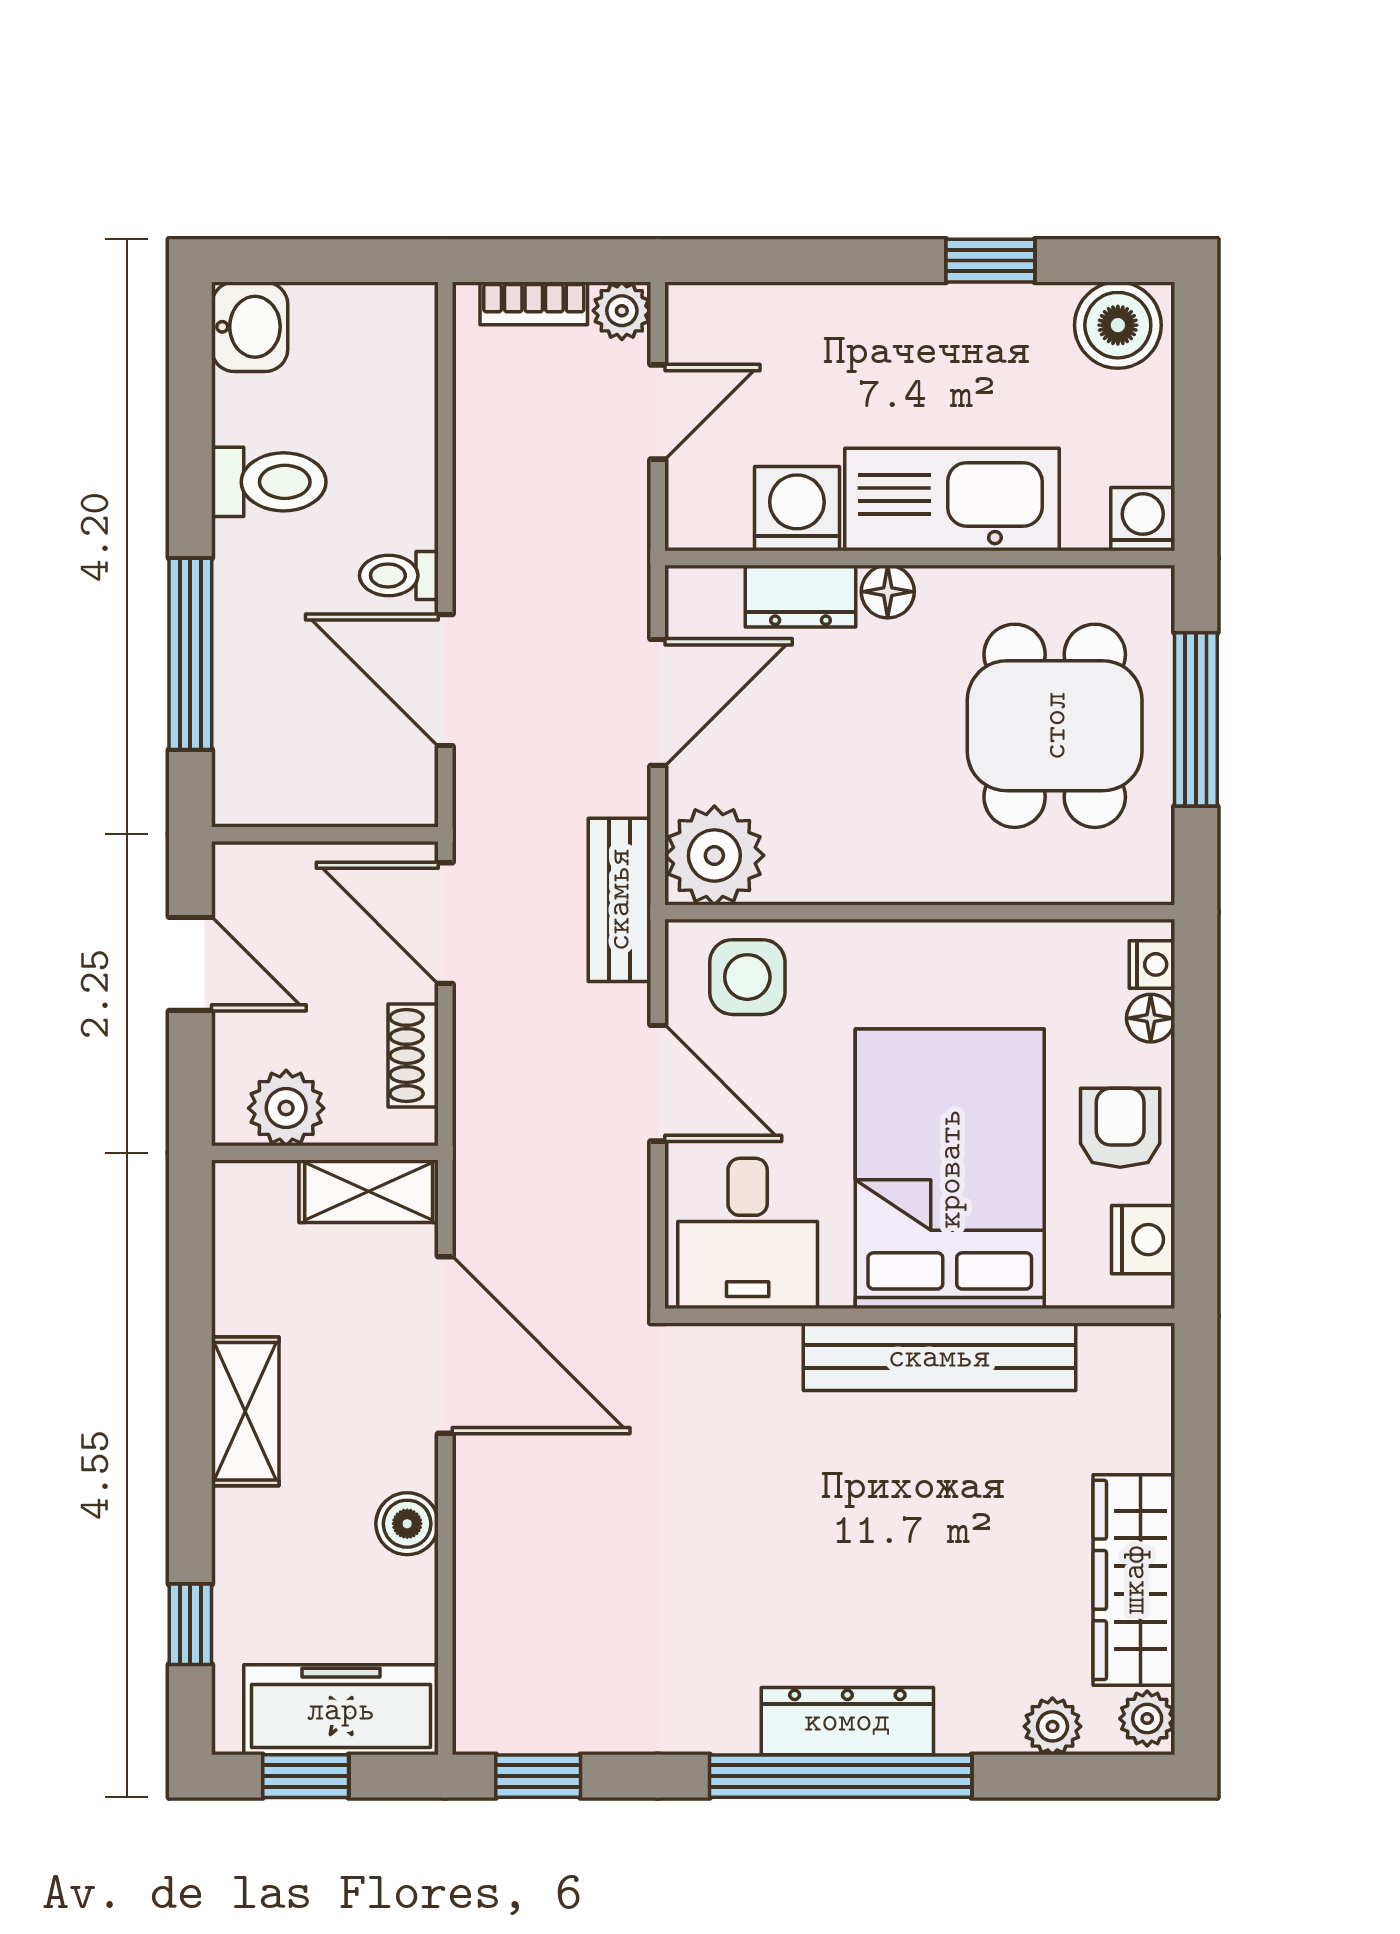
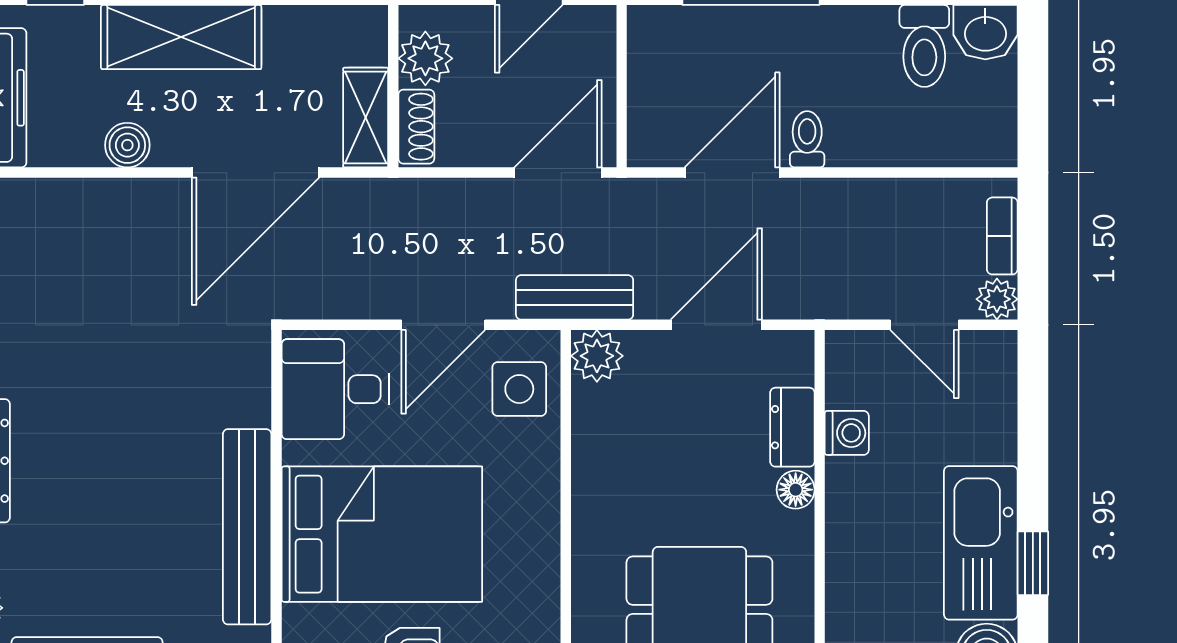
toilet: (269, 482) -> (924, 46), moved
kitchen sink: (952, 500) -> (981, 543), moved, turned 180
washing machine: (797, 509) -> (847, 433), width x0.73, depth x0.73
door: (658, 702) -> (716, 325), swing flipped
plant: (714, 855) -> (597, 356), width x0.73, depth x0.73
shoe rack: (413, 1056) -> (416, 127), moved, turned 90
shelving: (245, 1411) -> (181, 37), width x1.50, depth x1.33

